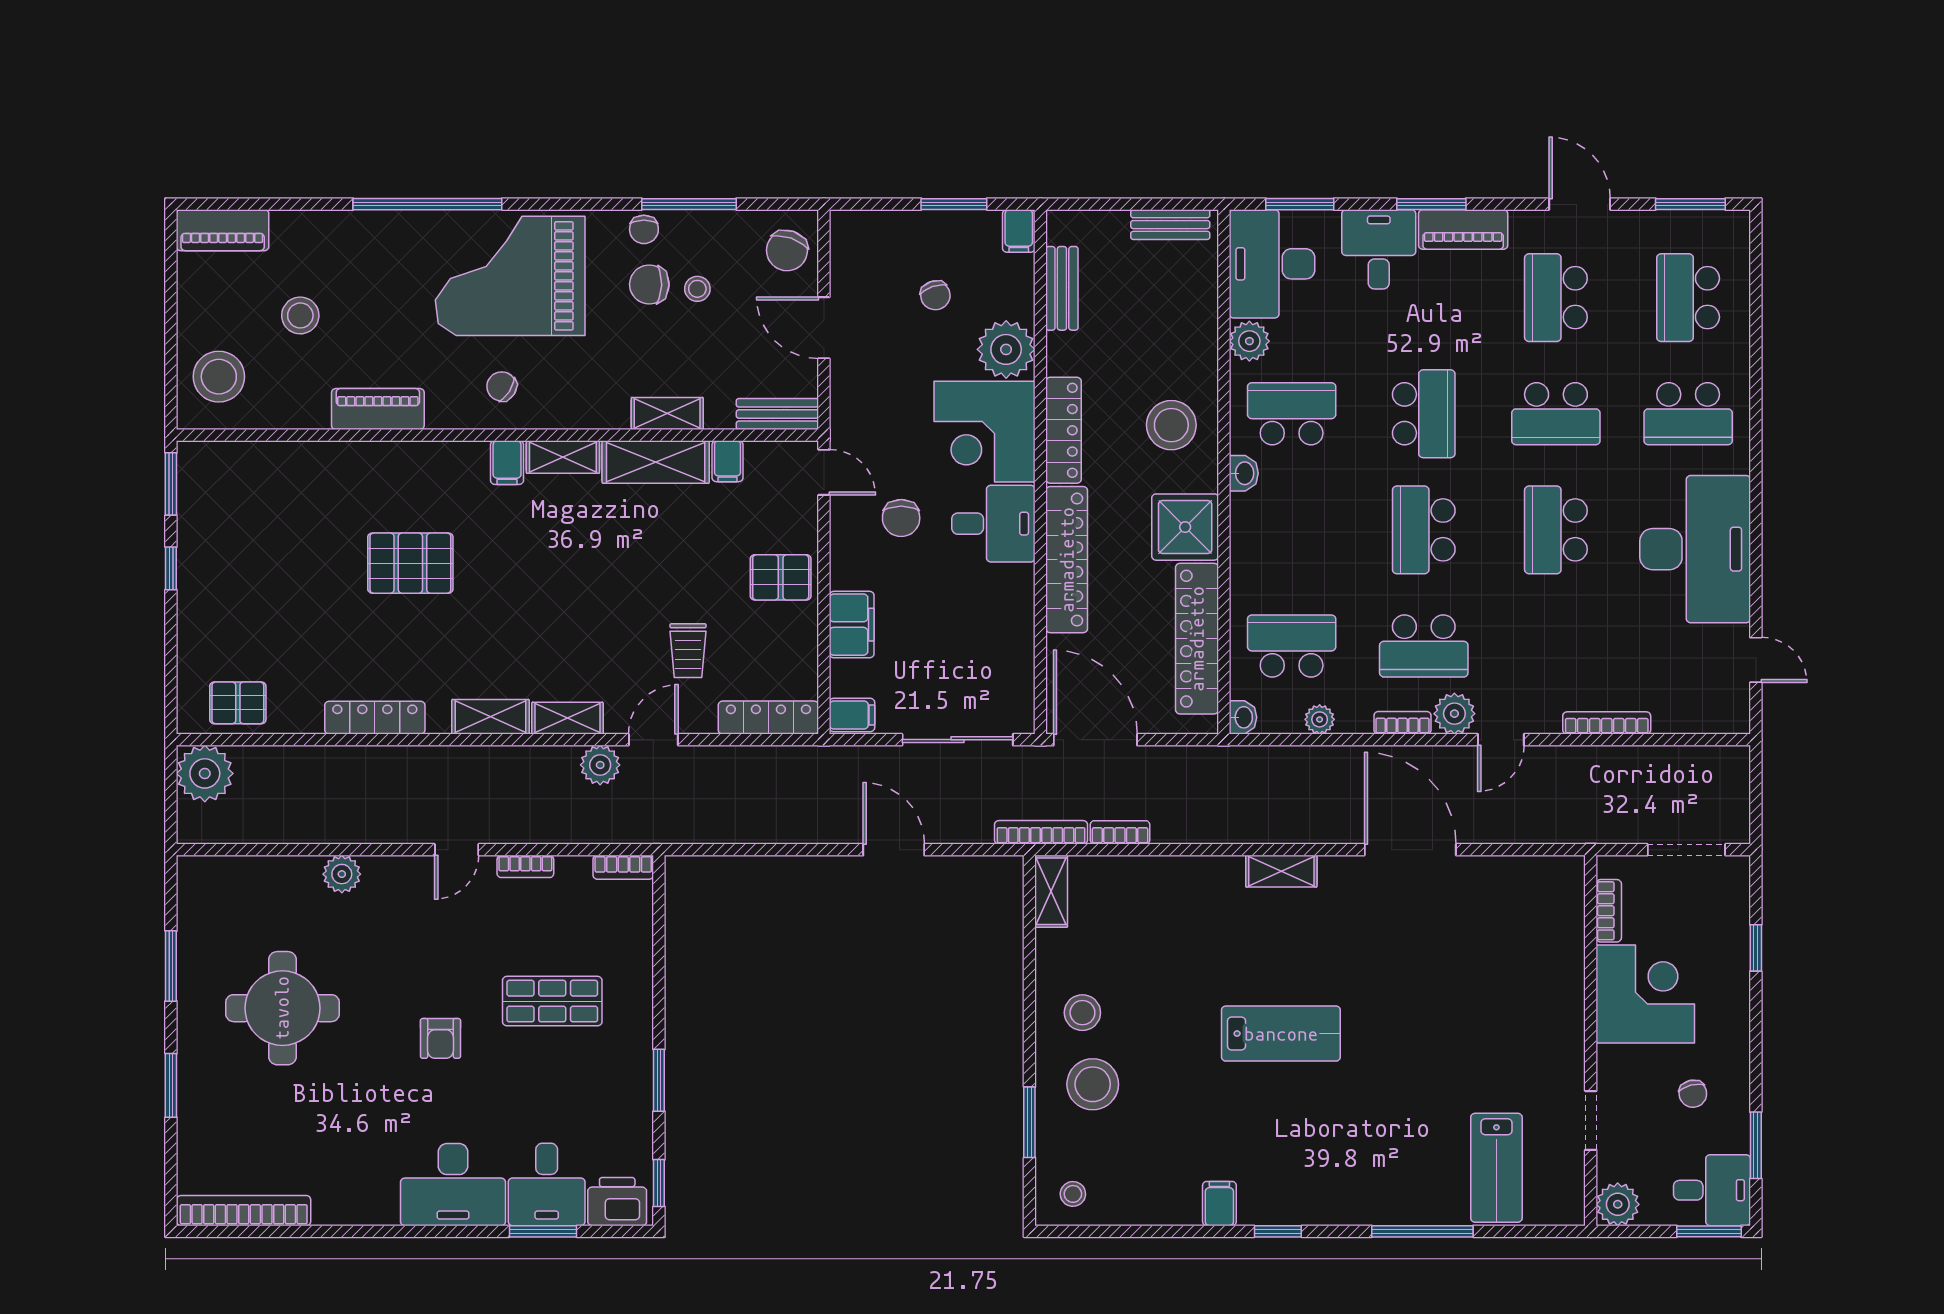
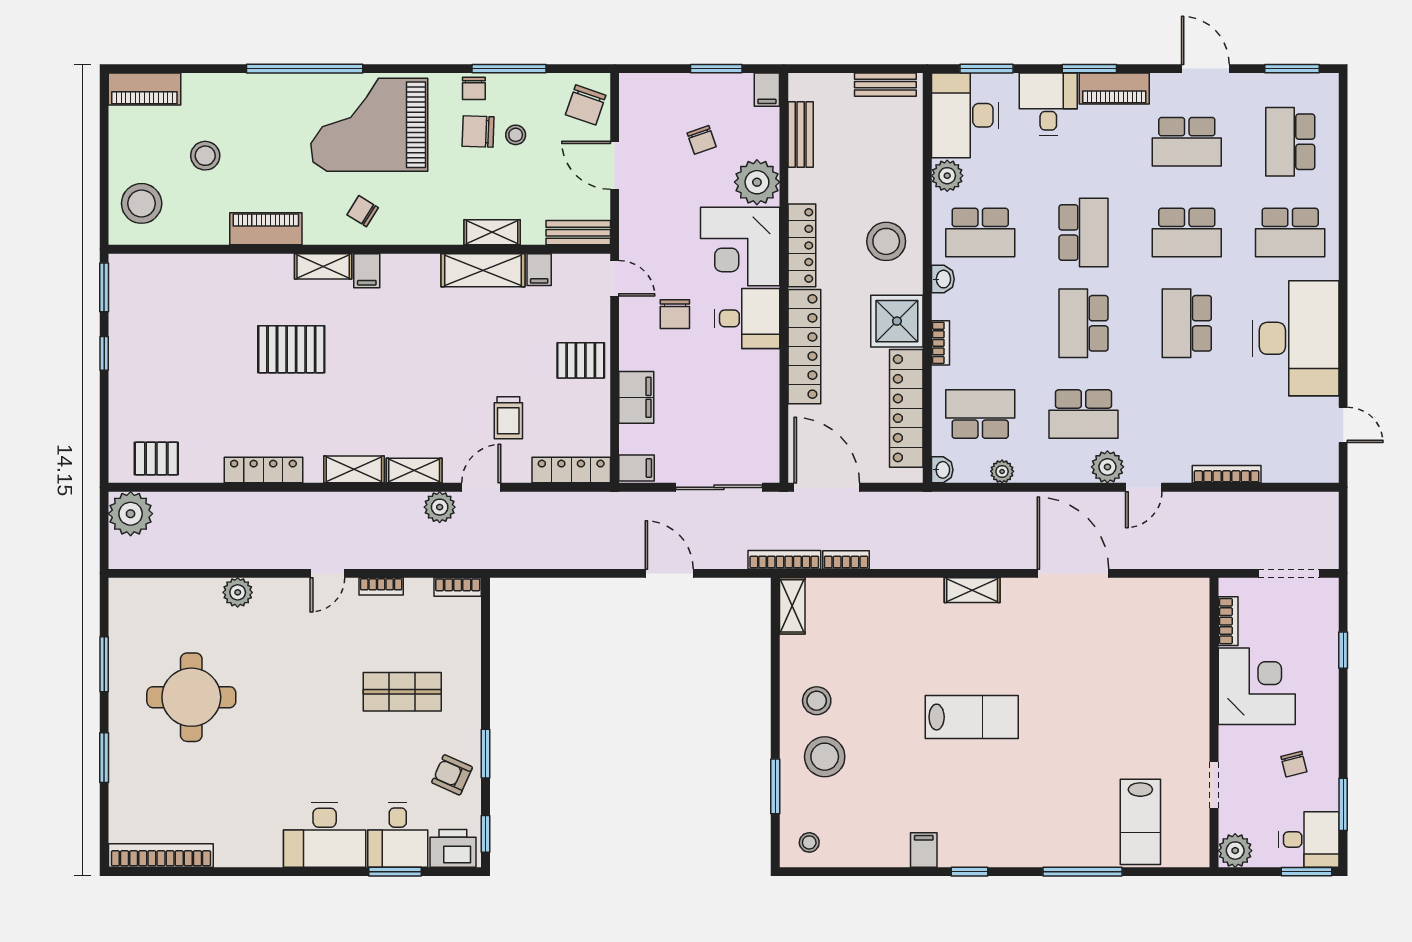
school desk: (1556, 298) -> (1187, 142), turned -90
school desk: (1292, 414) -> (980, 233), turned 180
shelving: (563, 457) -> (323, 266), moved
bookcase: (1402, 723) -> (940, 343), moved, turned 90
armchair: (440, 1038) -> (452, 775), moved, turned 114

